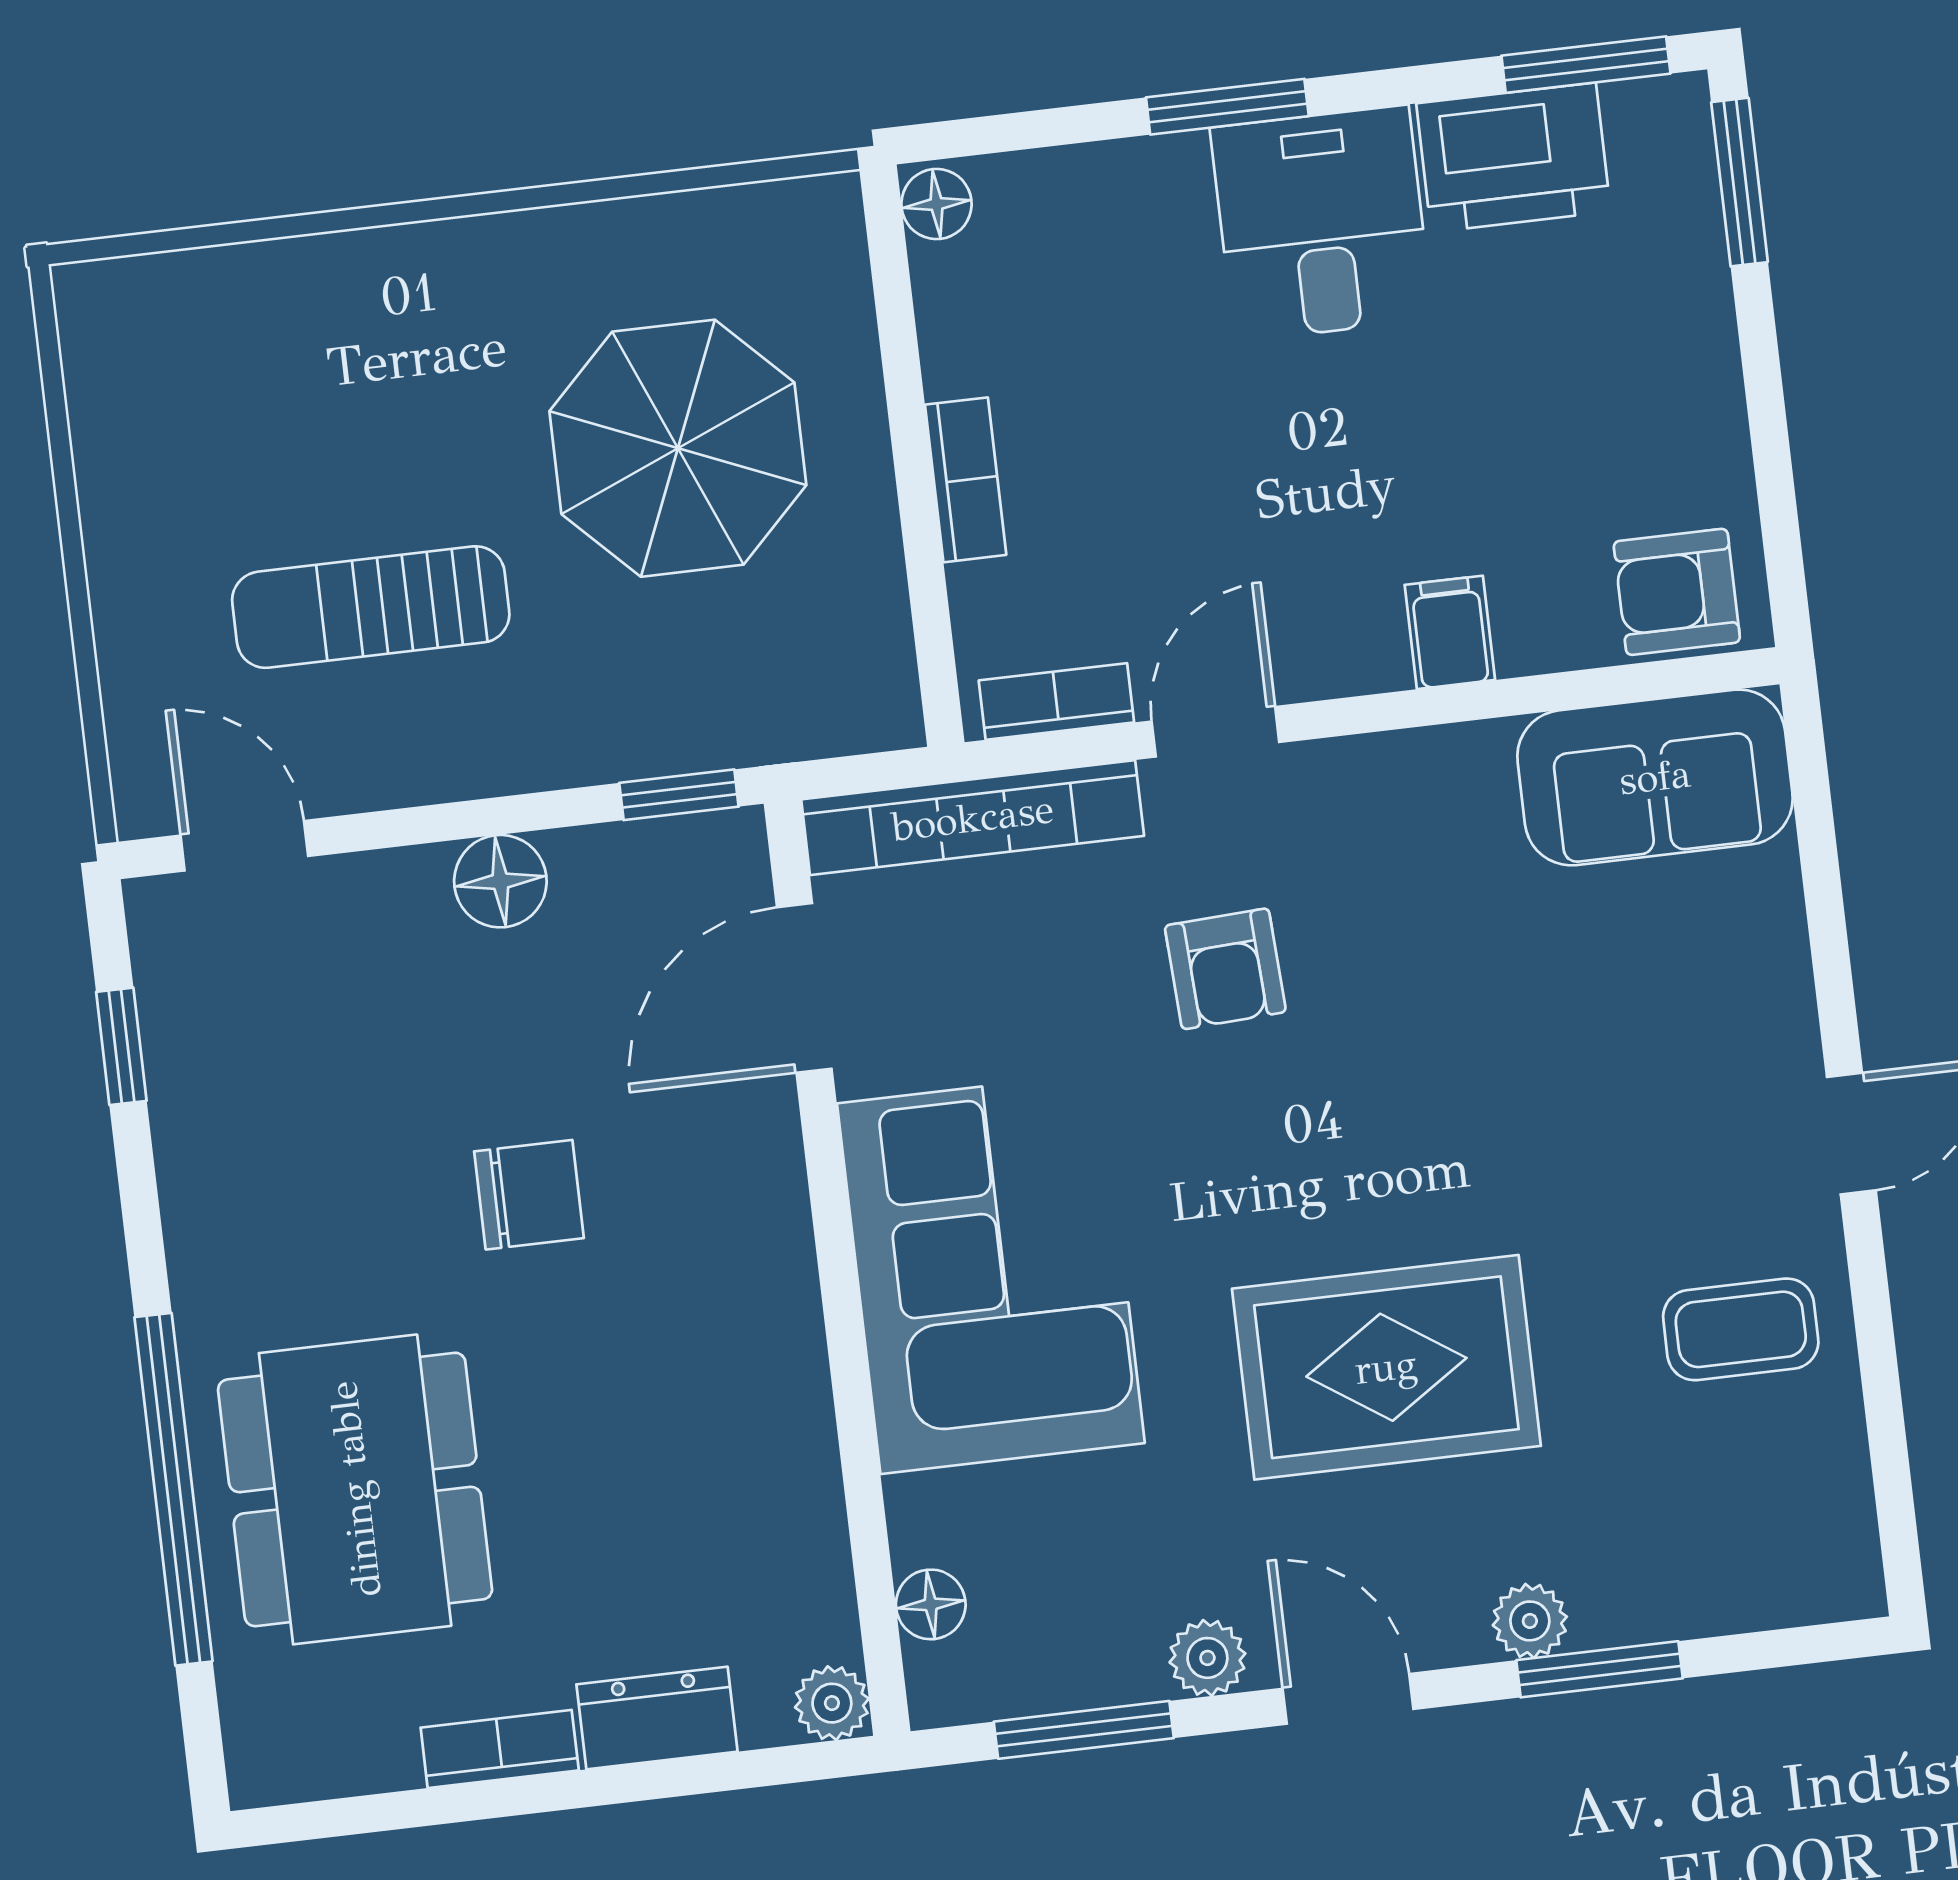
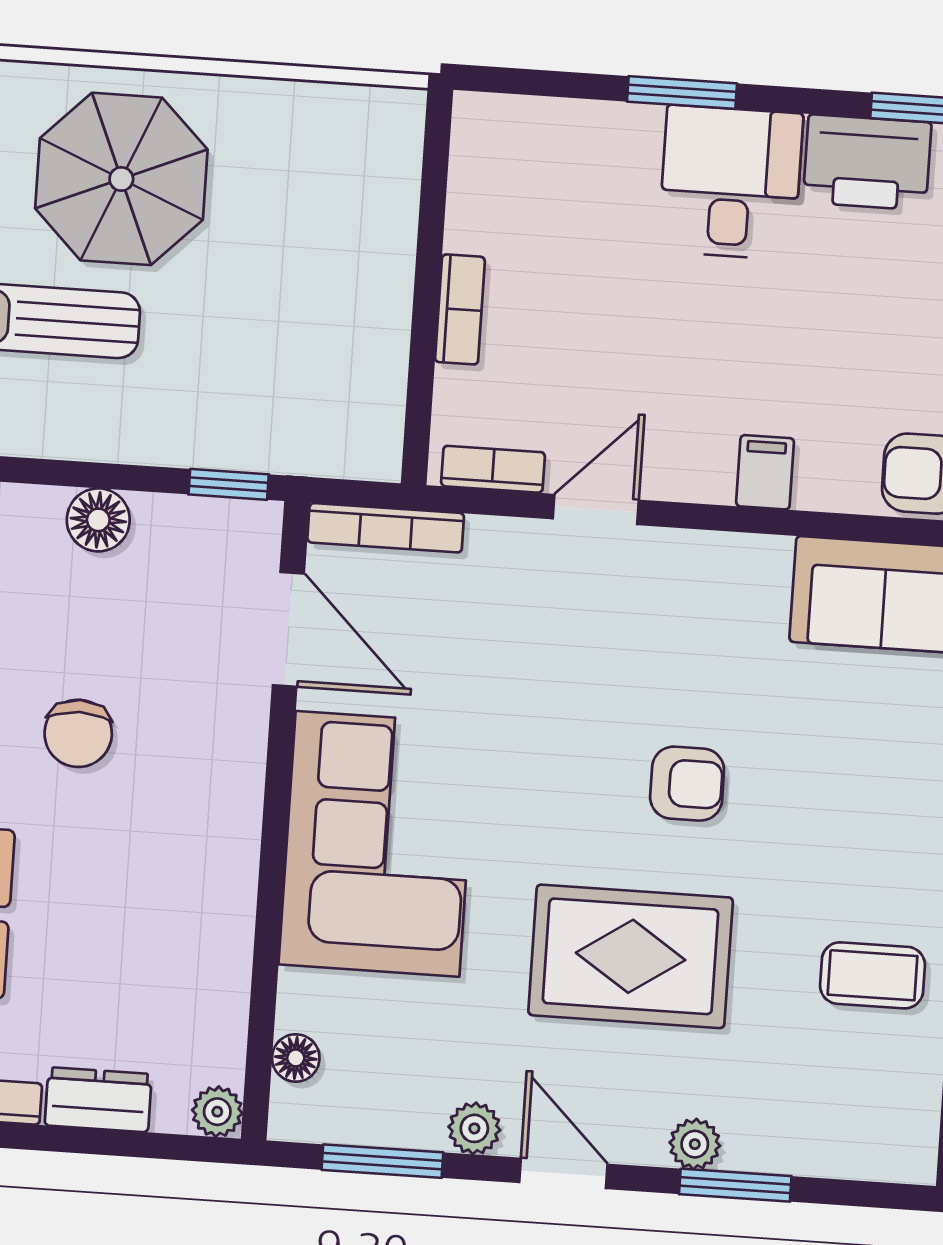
floor lamp: (937, 204) -> (475, 121), removed
parasol: (678, 448) -> (121, 179), moved
bookcase: (973, 818) -> (386, 528), width x0.68, depth x0.76
armchair: (1225, 969) -> (687, 784), moved, turned -87
door: (804, 988) -> (288, 629), swing flipped
chair: (529, 1195) -> (78, 733), turned 90

